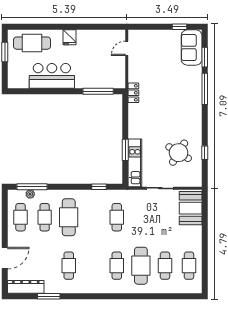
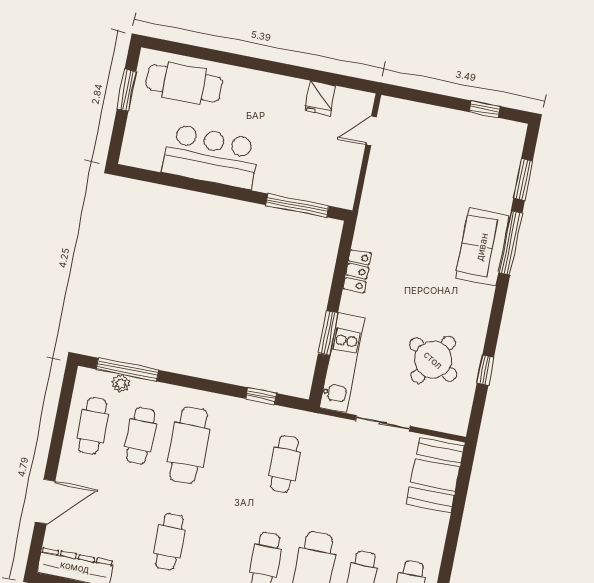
fridge: (69, 37) -> (320, 98), moved
sofa: (192, 48) -> (482, 247), moved
locker: (133, 93) -> (357, 271), moved

